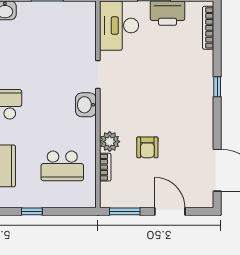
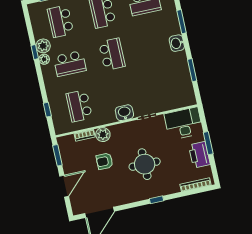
round table: (164, 92) -> (145, 164), added
window: (32, 211) -> (47, 110), moved

